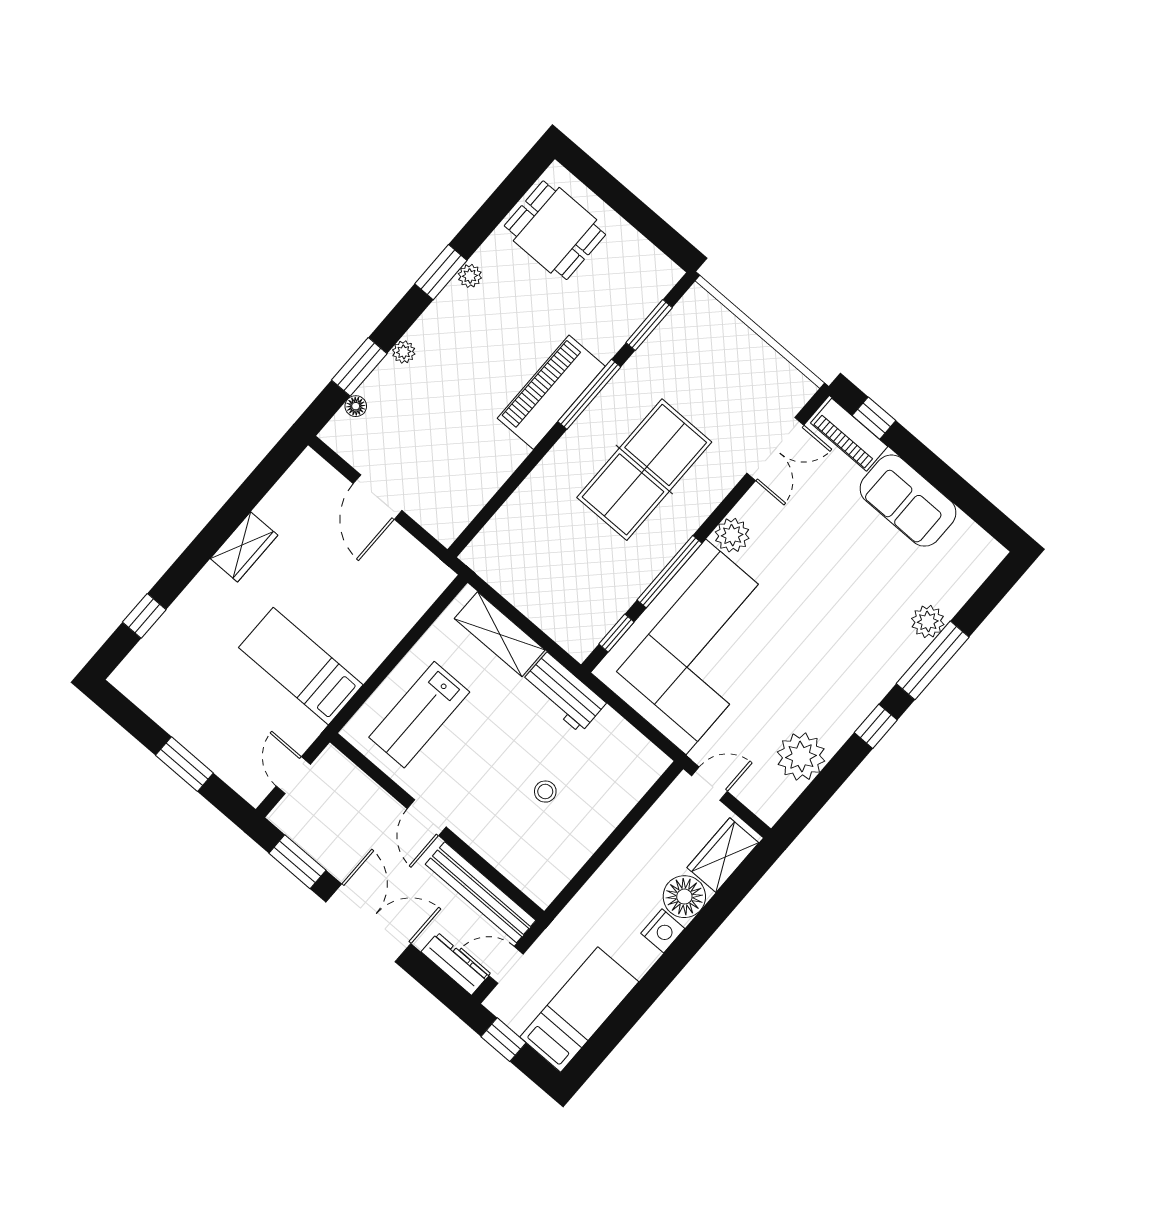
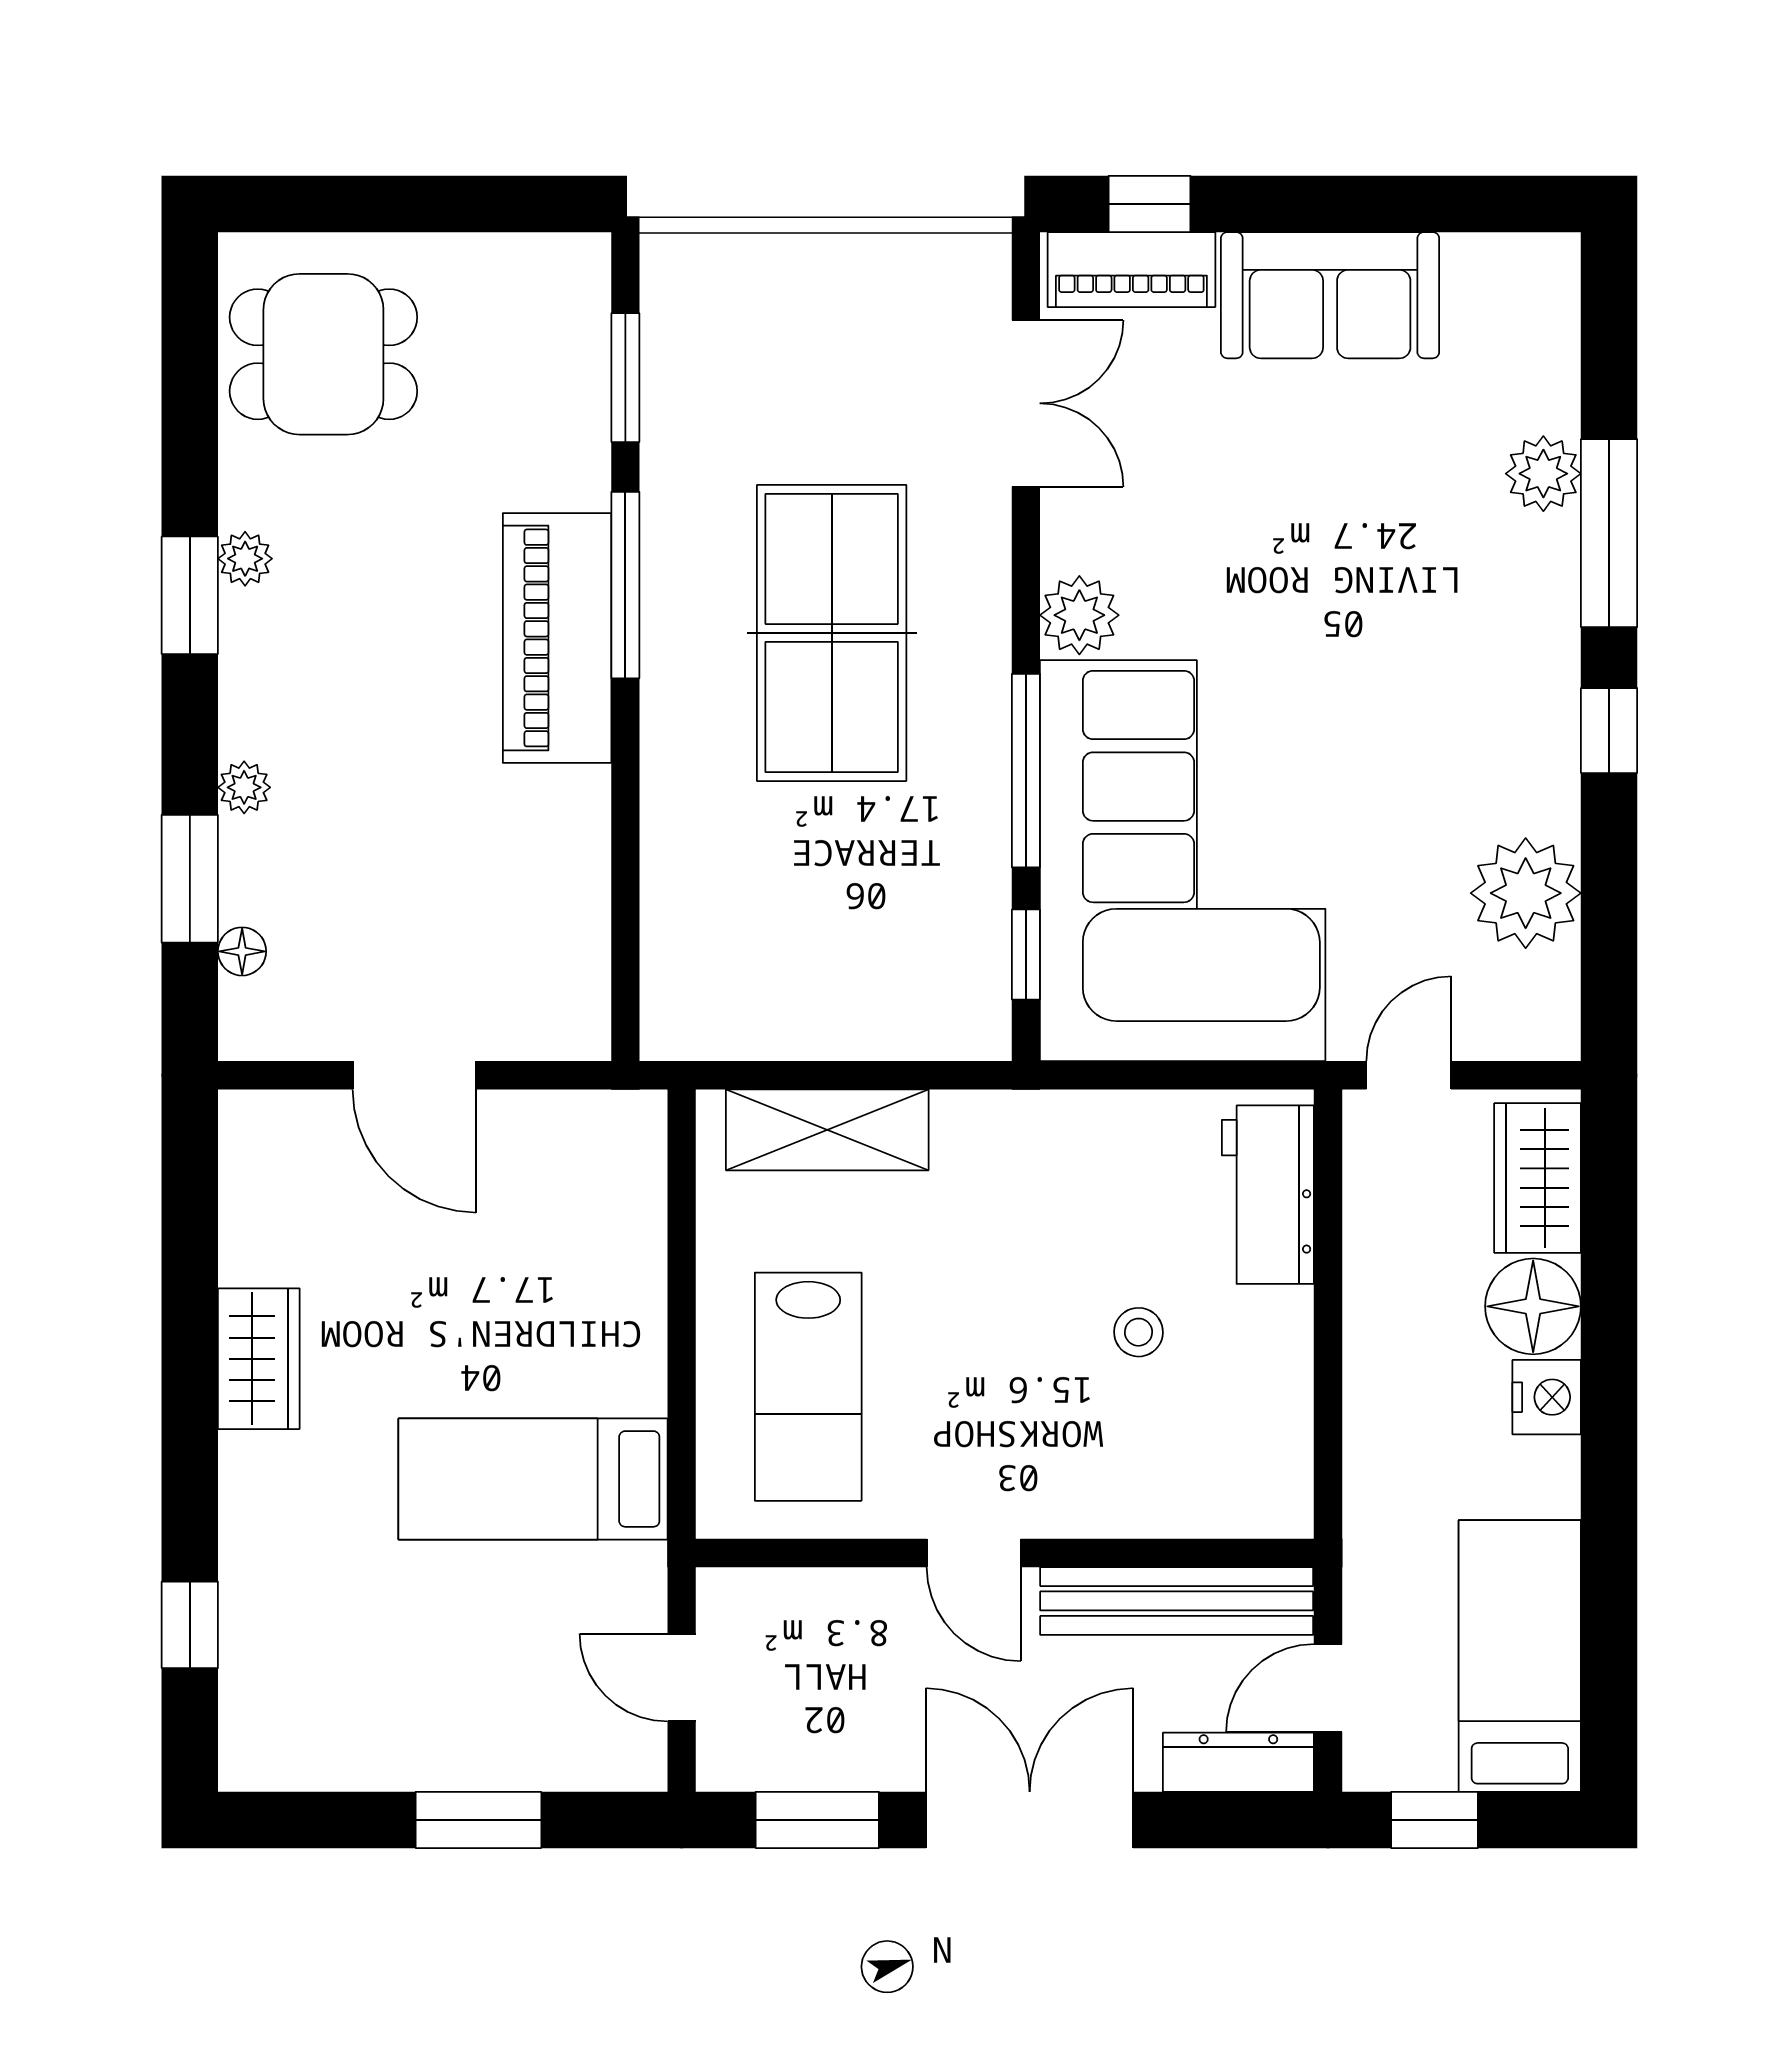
workbench: (564, 693) -> (1268, 1195), moved, turned 90

